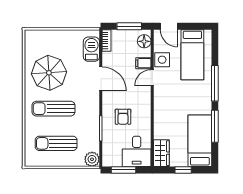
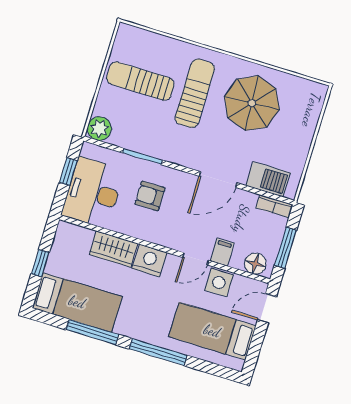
door: (152, 78) -> (196, 259), swing flipped
nightstand: (162, 105) -> (149, 260), added
sun lounger: (56, 143) -> (140, 81), turned -90
desk: (137, 151) -> (93, 193), width x1.37
wardrobe: (161, 153) -> (113, 249), moved
window: (123, 170) -> (68, 172), width x0.67

